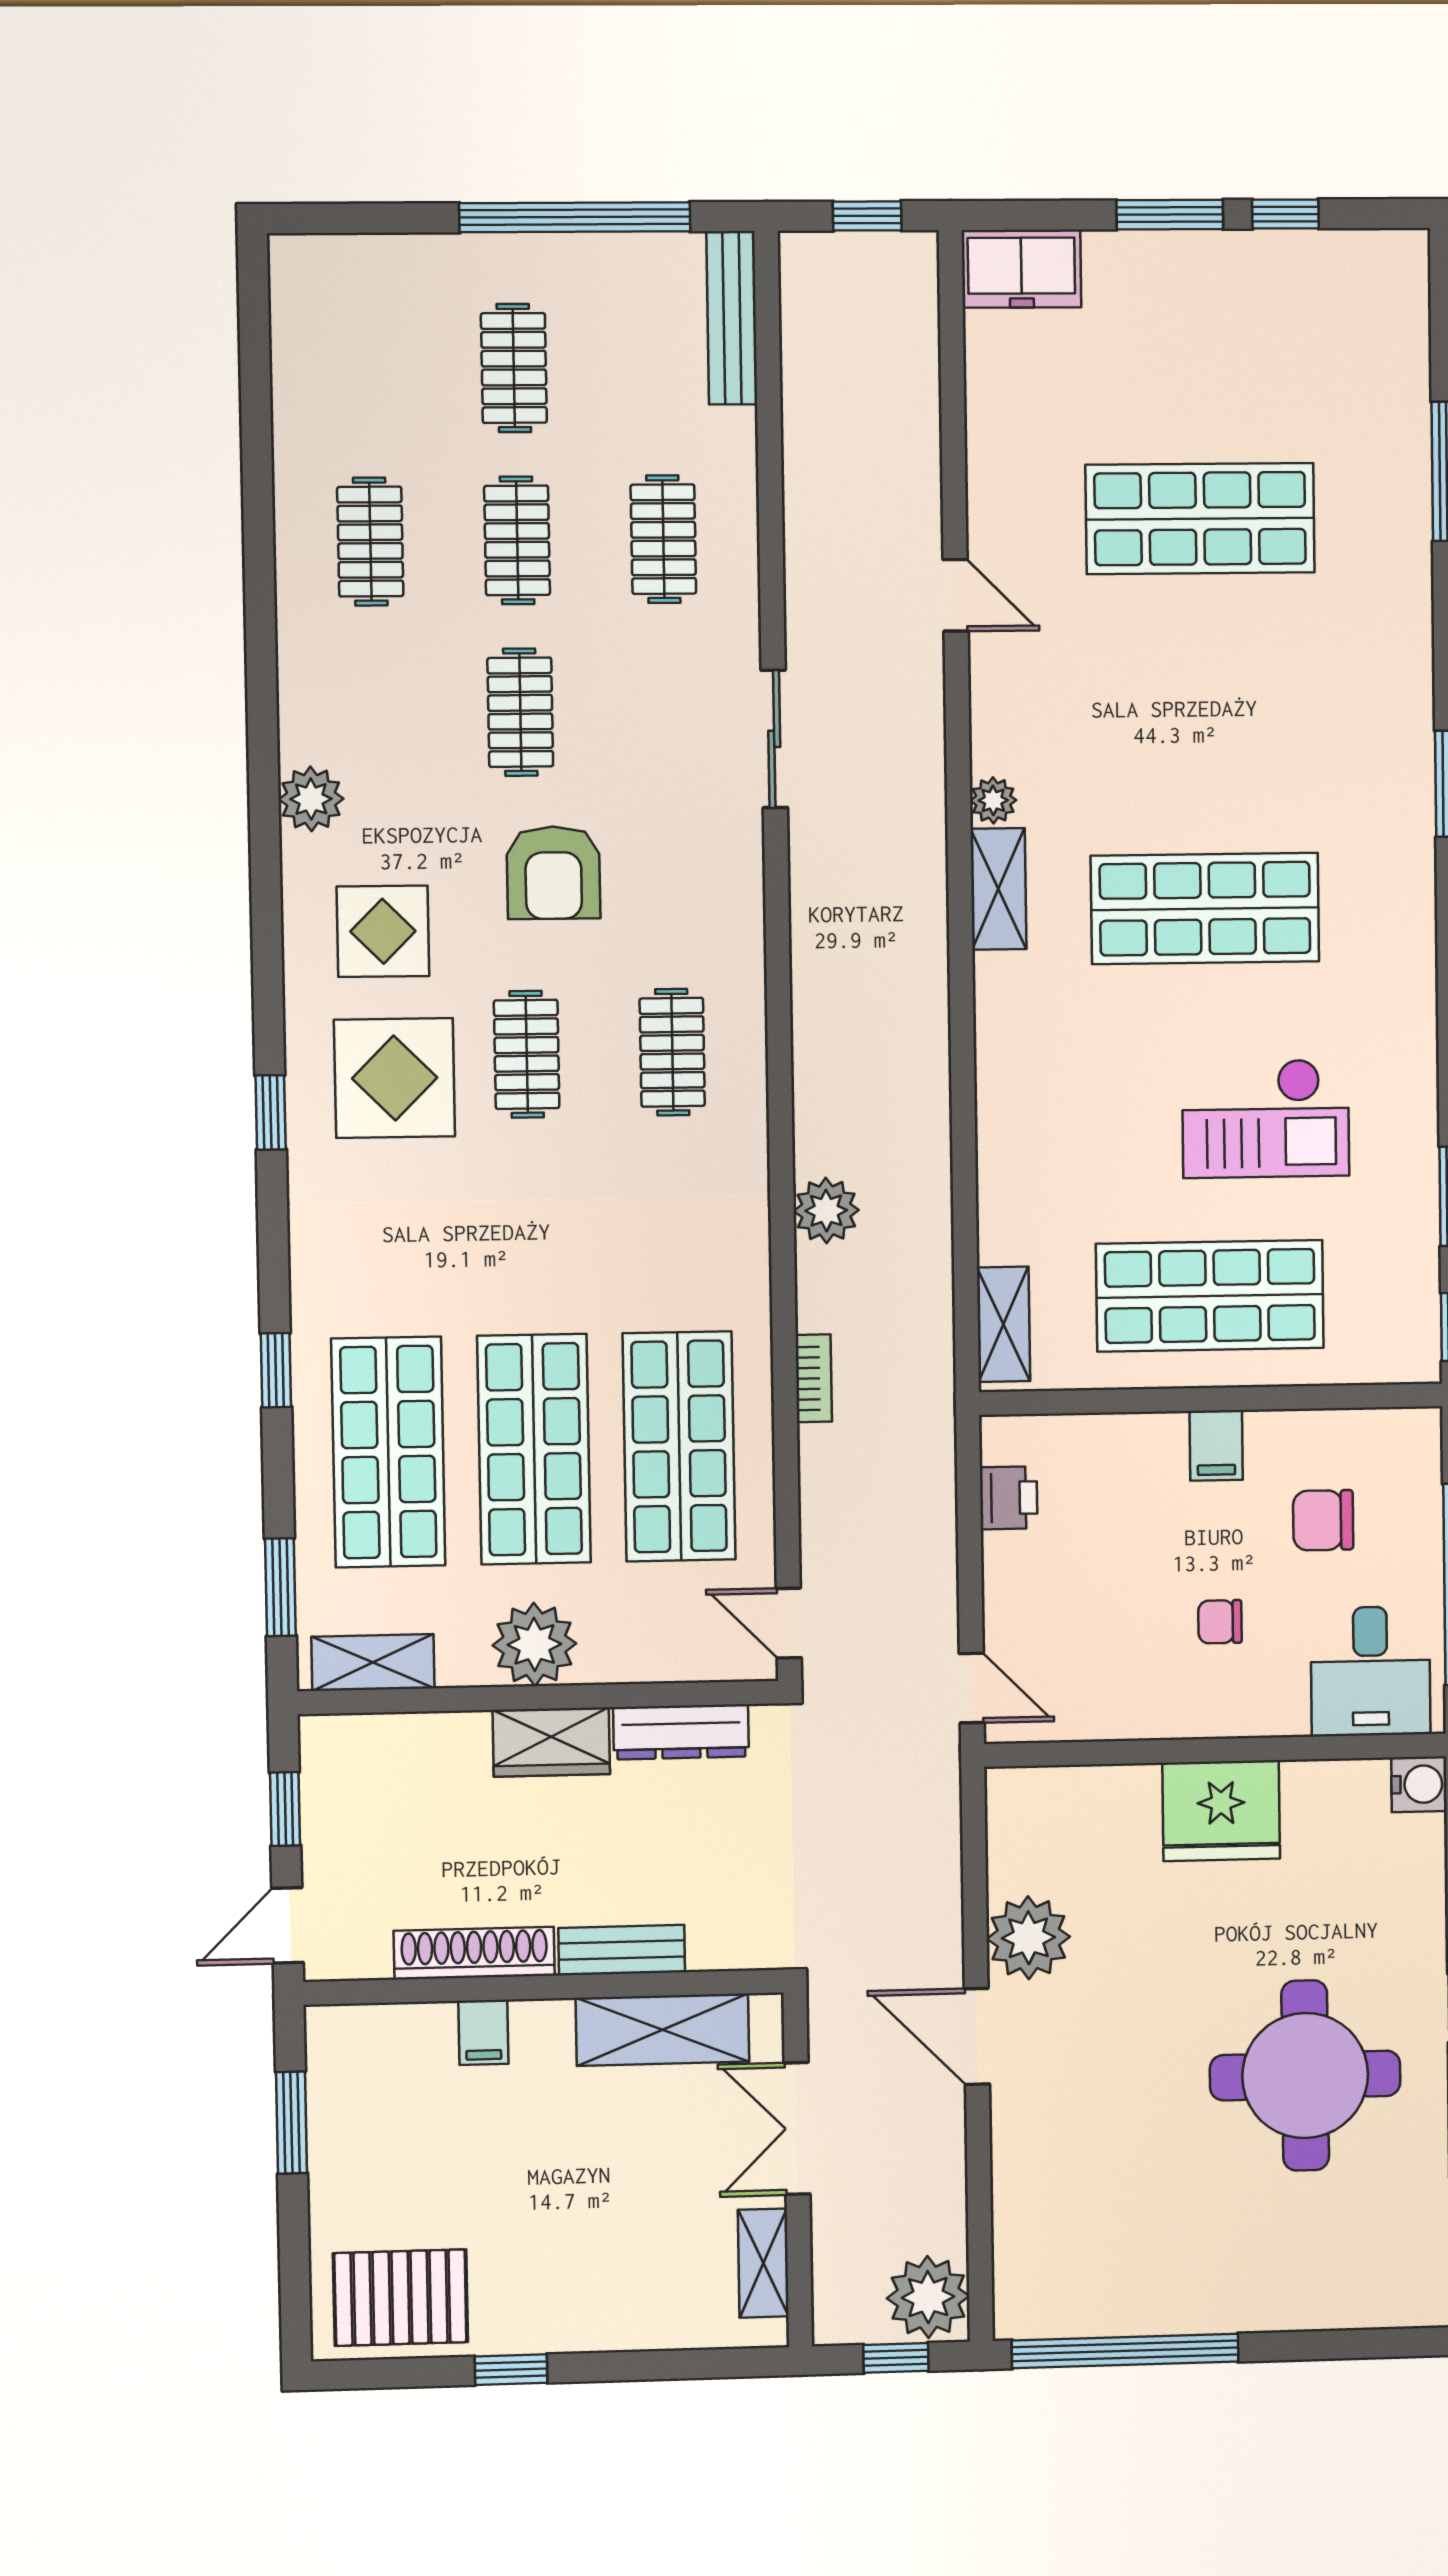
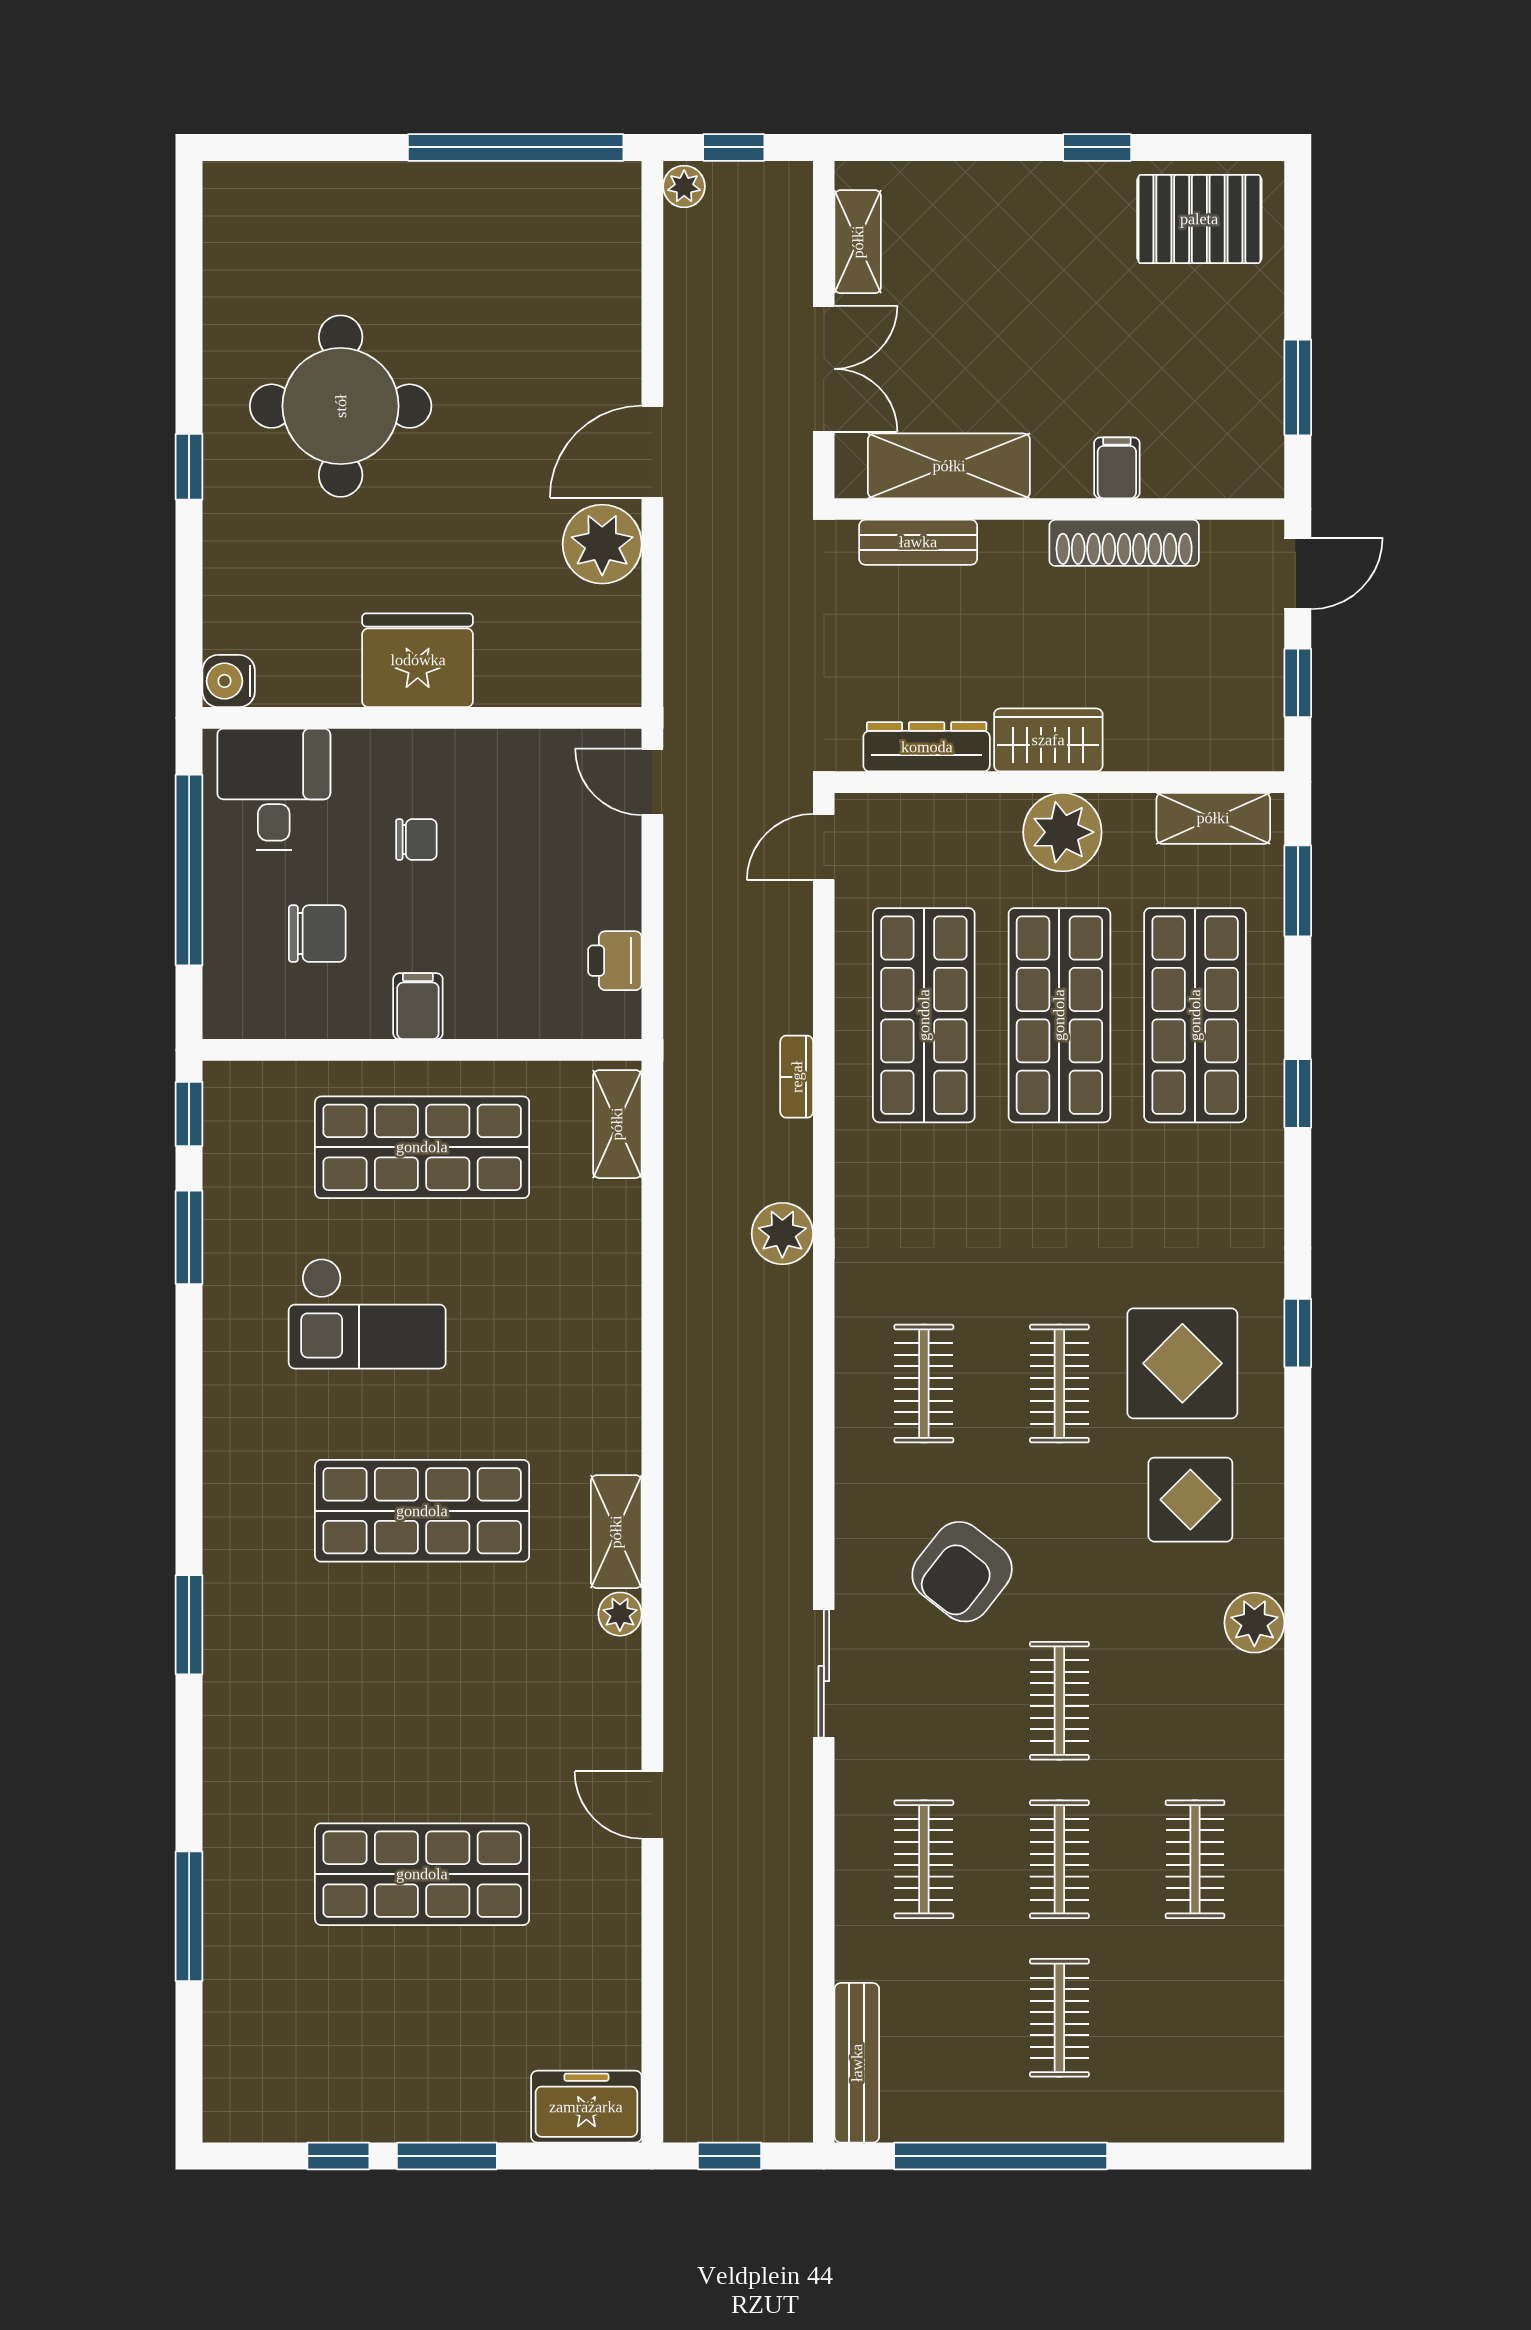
armchair: (553, 873) -> (962, 1572), moved, turned -142
checkout: (1266, 1118) -> (367, 1313), turned 180
door: (789, 1623) -> (824, 847), swing flipped
bench: (622, 1950) -> (918, 542), moved
door: (977, 2036) -> (652, 452), swing flipped
plant: (928, 2297) -> (684, 186), width x0.53, depth x0.53

